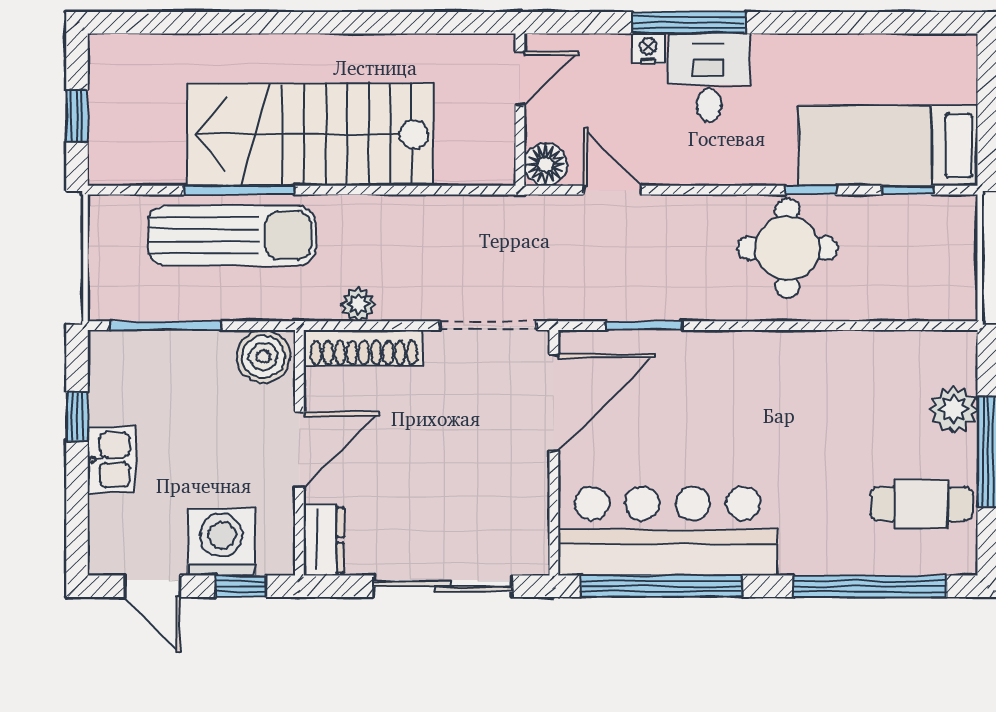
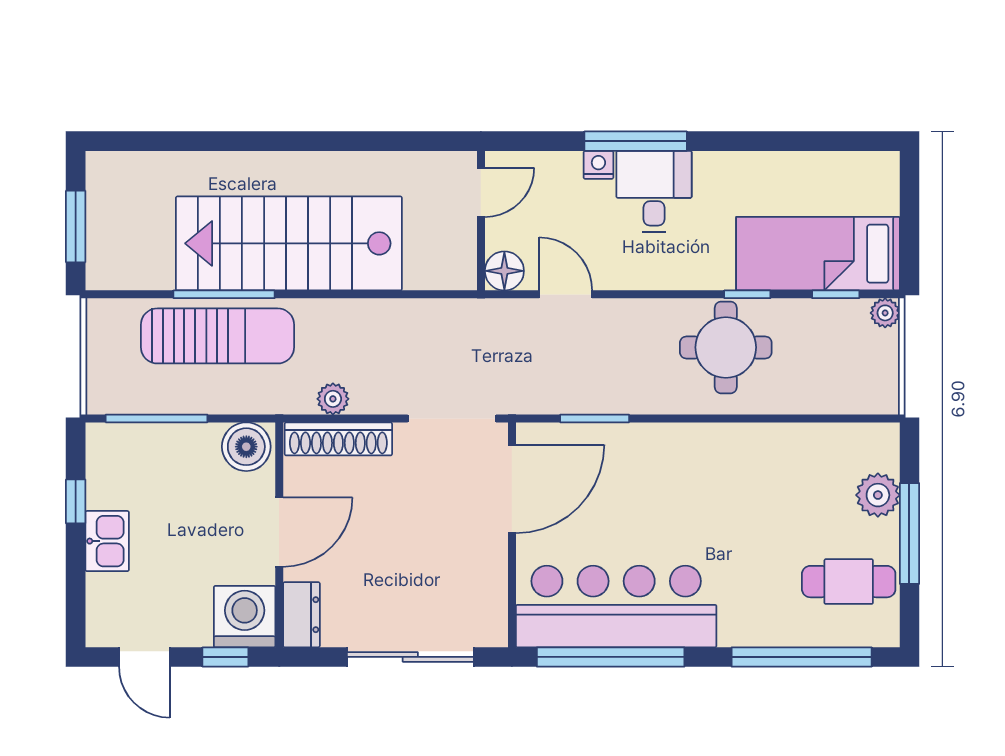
window: (77, 116) -> (76, 227), width x1.50
plant: (962, 210) -> (885, 313), added
washing machine: (221, 542) -> (245, 617), moved

